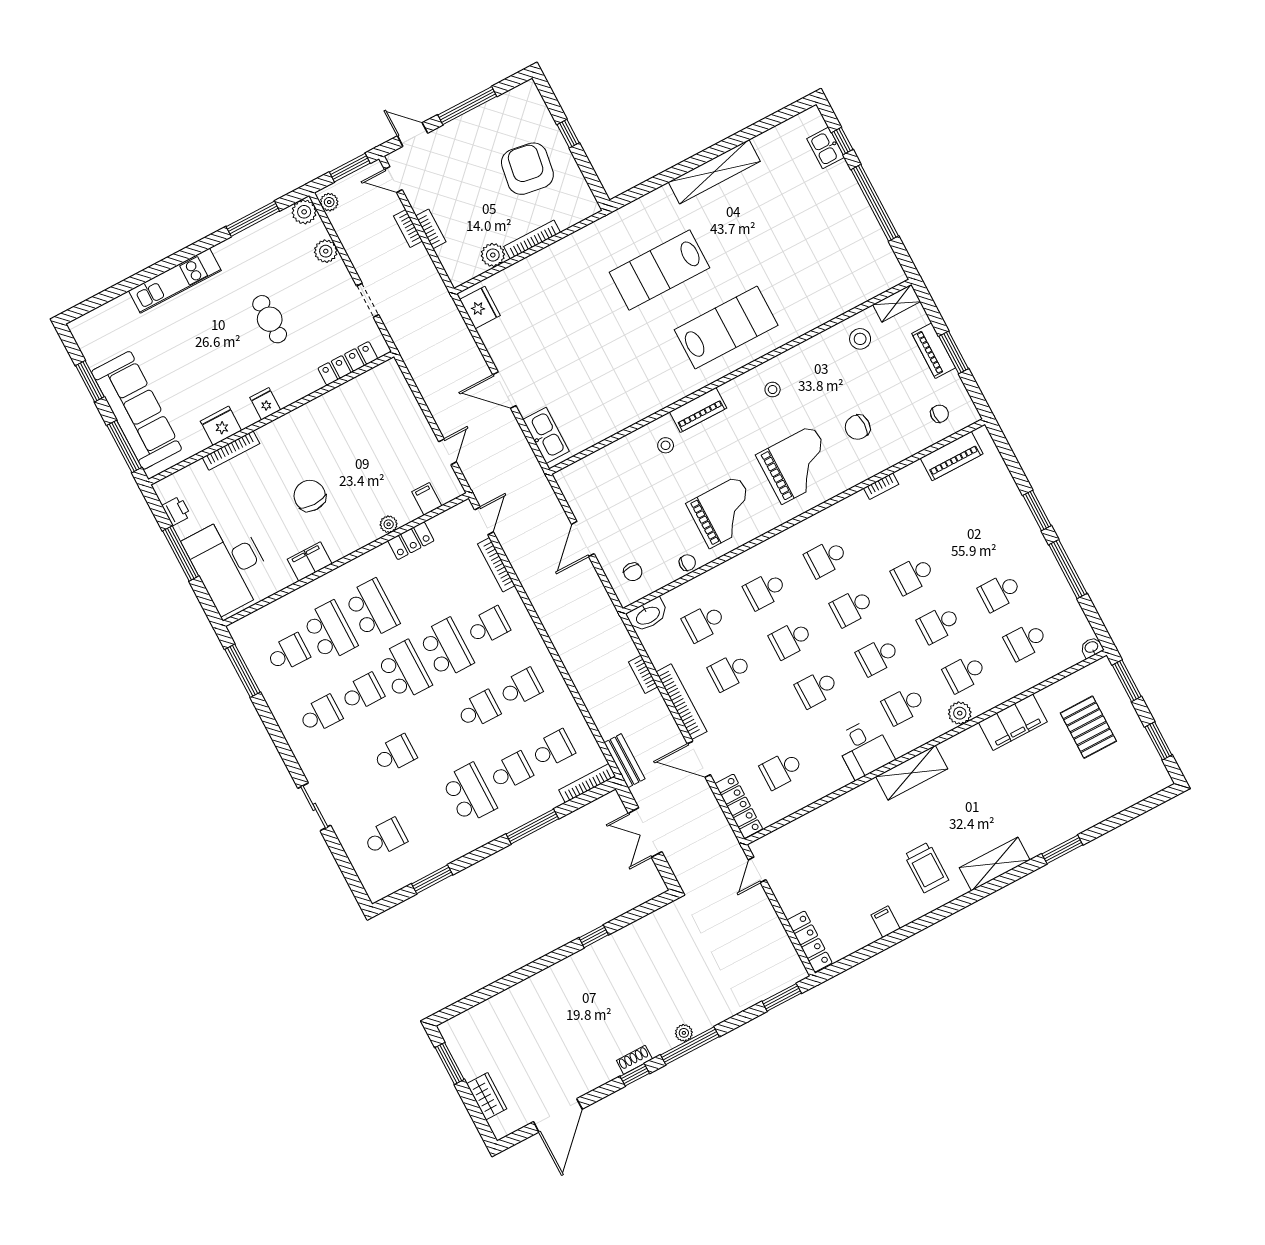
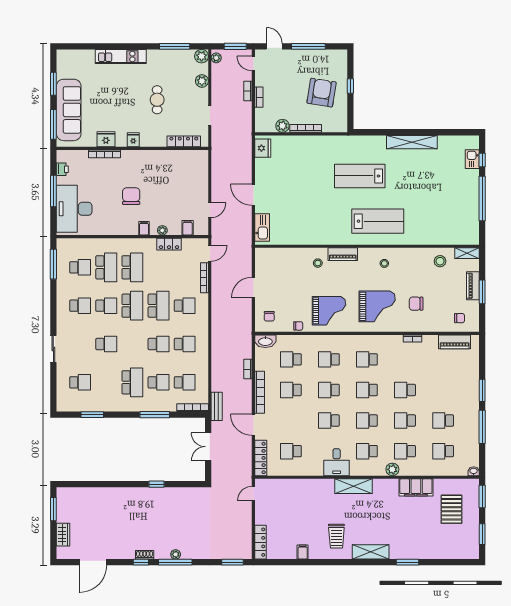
filing cabinet: (310, 562) -> (144, 228), moved, width x0.50

